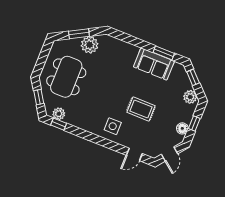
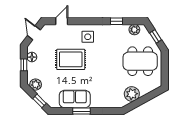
window: (79, 34) -> (144, 99), removed
window: (164, 53) -> (82, 111), moved
dining table: (66, 77) -> (140, 61), turned 90
rug: (141, 109) -> (71, 59), width x1.36, depth x1.43
window: (59, 124) -> (117, 21), moved

